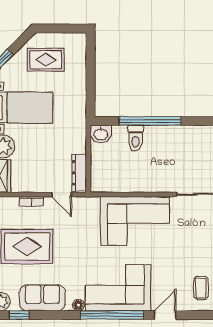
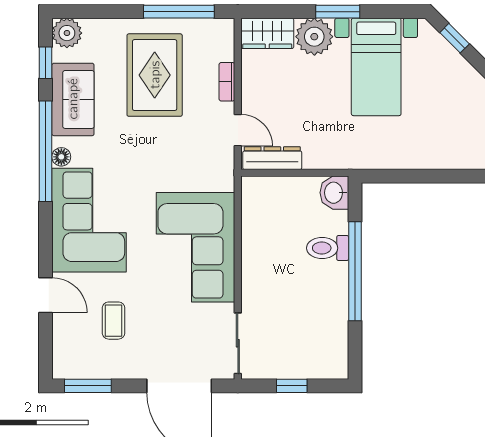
rug: (46, 60) -> (453, 105), removed
door: (62, 194) -> (238, 130), swing flipped
coffee table: (201, 288) -> (114, 321), moved, turned 90
window: (112, 315) -> (46, 151), moved

